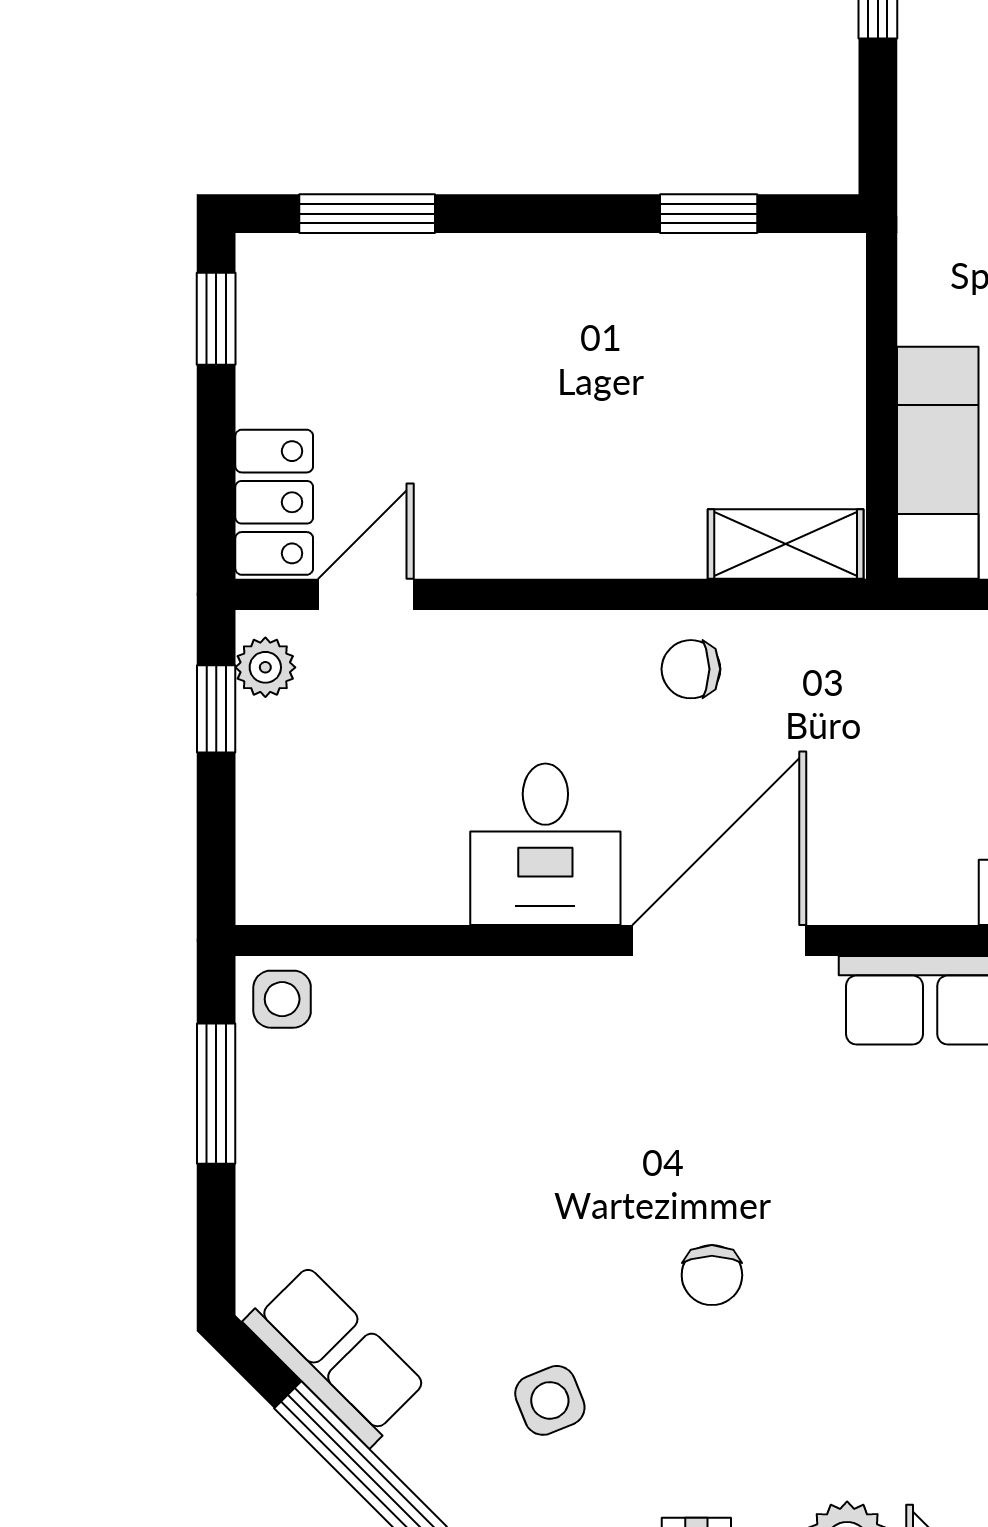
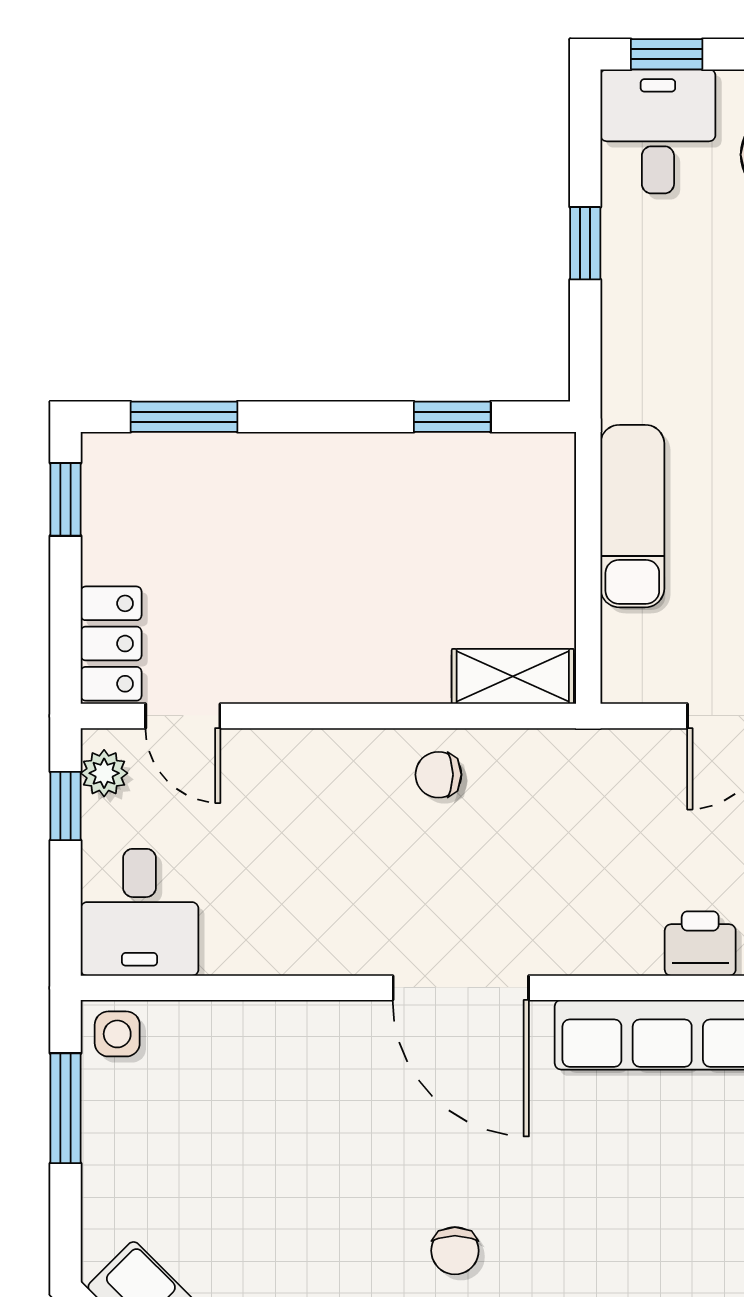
exam couch: (938, 463) -> (632, 516), moved
door: (366, 594) -> (183, 716), swing flipped
desk: (545, 844) -> (139, 912), moved
door: (719, 941) -> (461, 988), swing flipped

